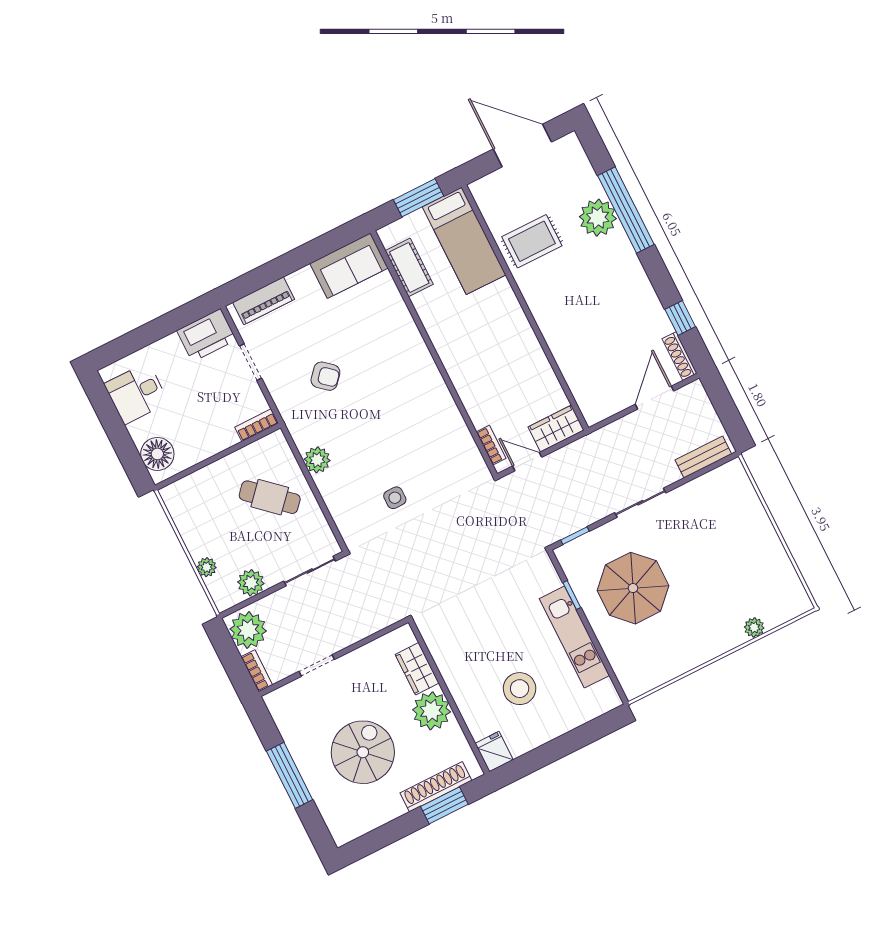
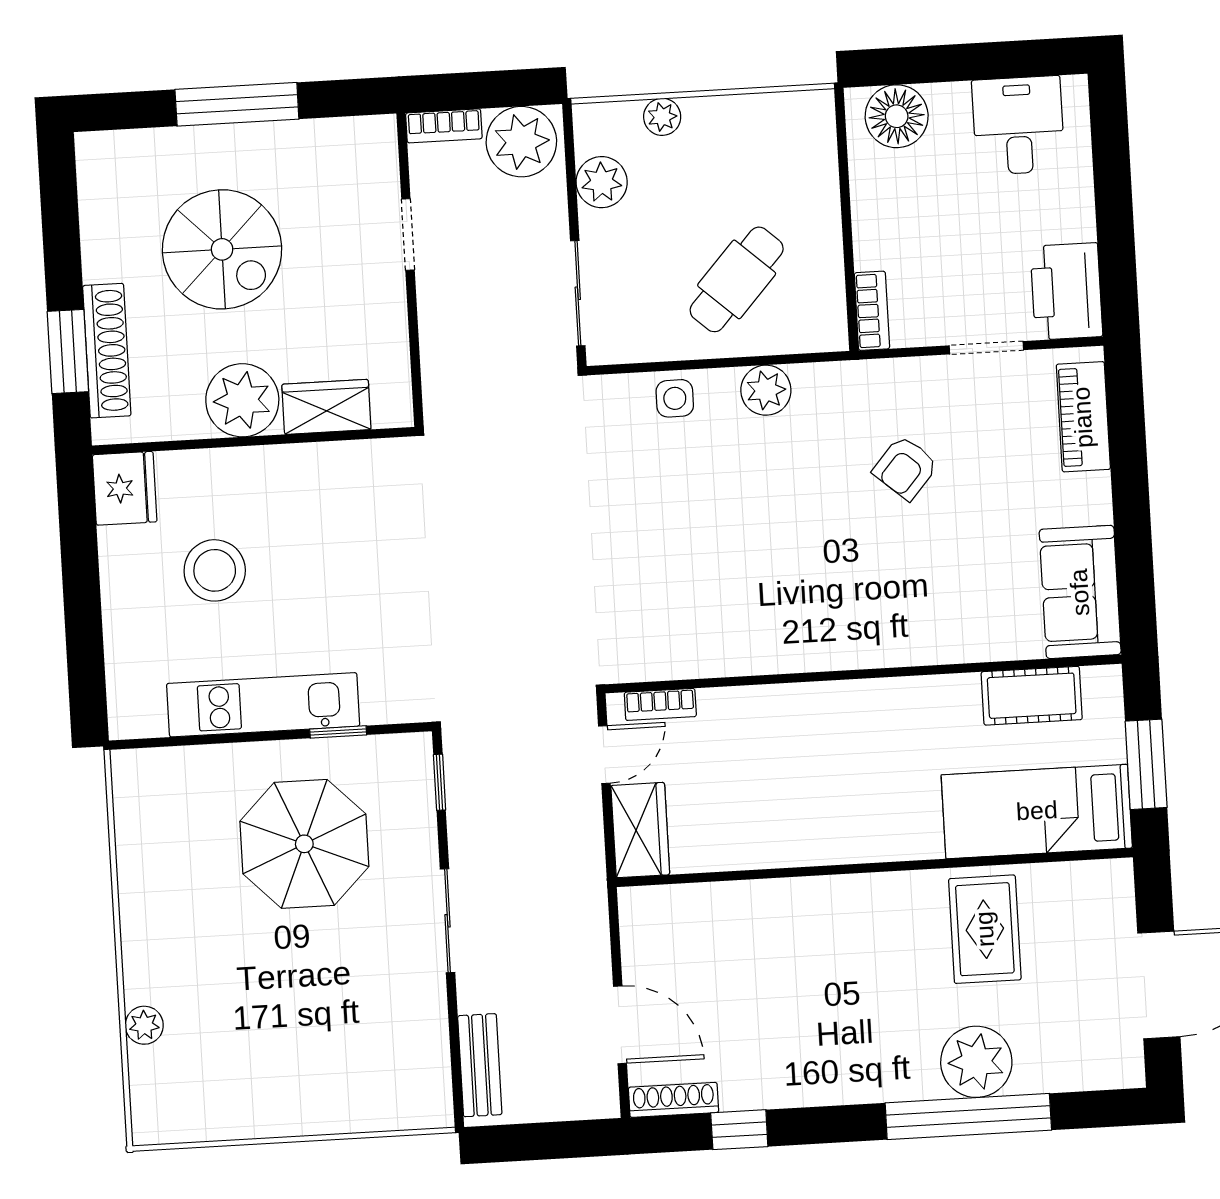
side table: (395, 498) -> (675, 398), moved
fridge: (494, 752) -> (125, 488), width x1.38

